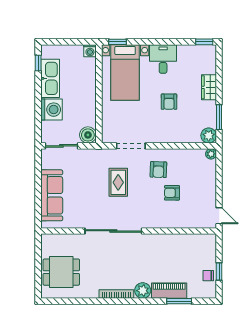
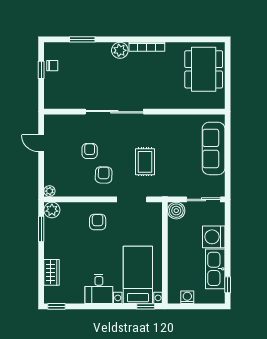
washing machine: (90, 51) -> (187, 297), moved
wardrobe: (209, 87) -> (51, 272), moved
armchair: (169, 102) -> (98, 222), moved
armchair: (172, 193) -> (90, 151), turned -90
door: (219, 216) -> (41, 143), moved
sliding door: (113, 231) -> (114, 112), moved
dining table: (61, 272) -> (204, 69), width x1.38
piano: (169, 291) -> (93, 50), removed

